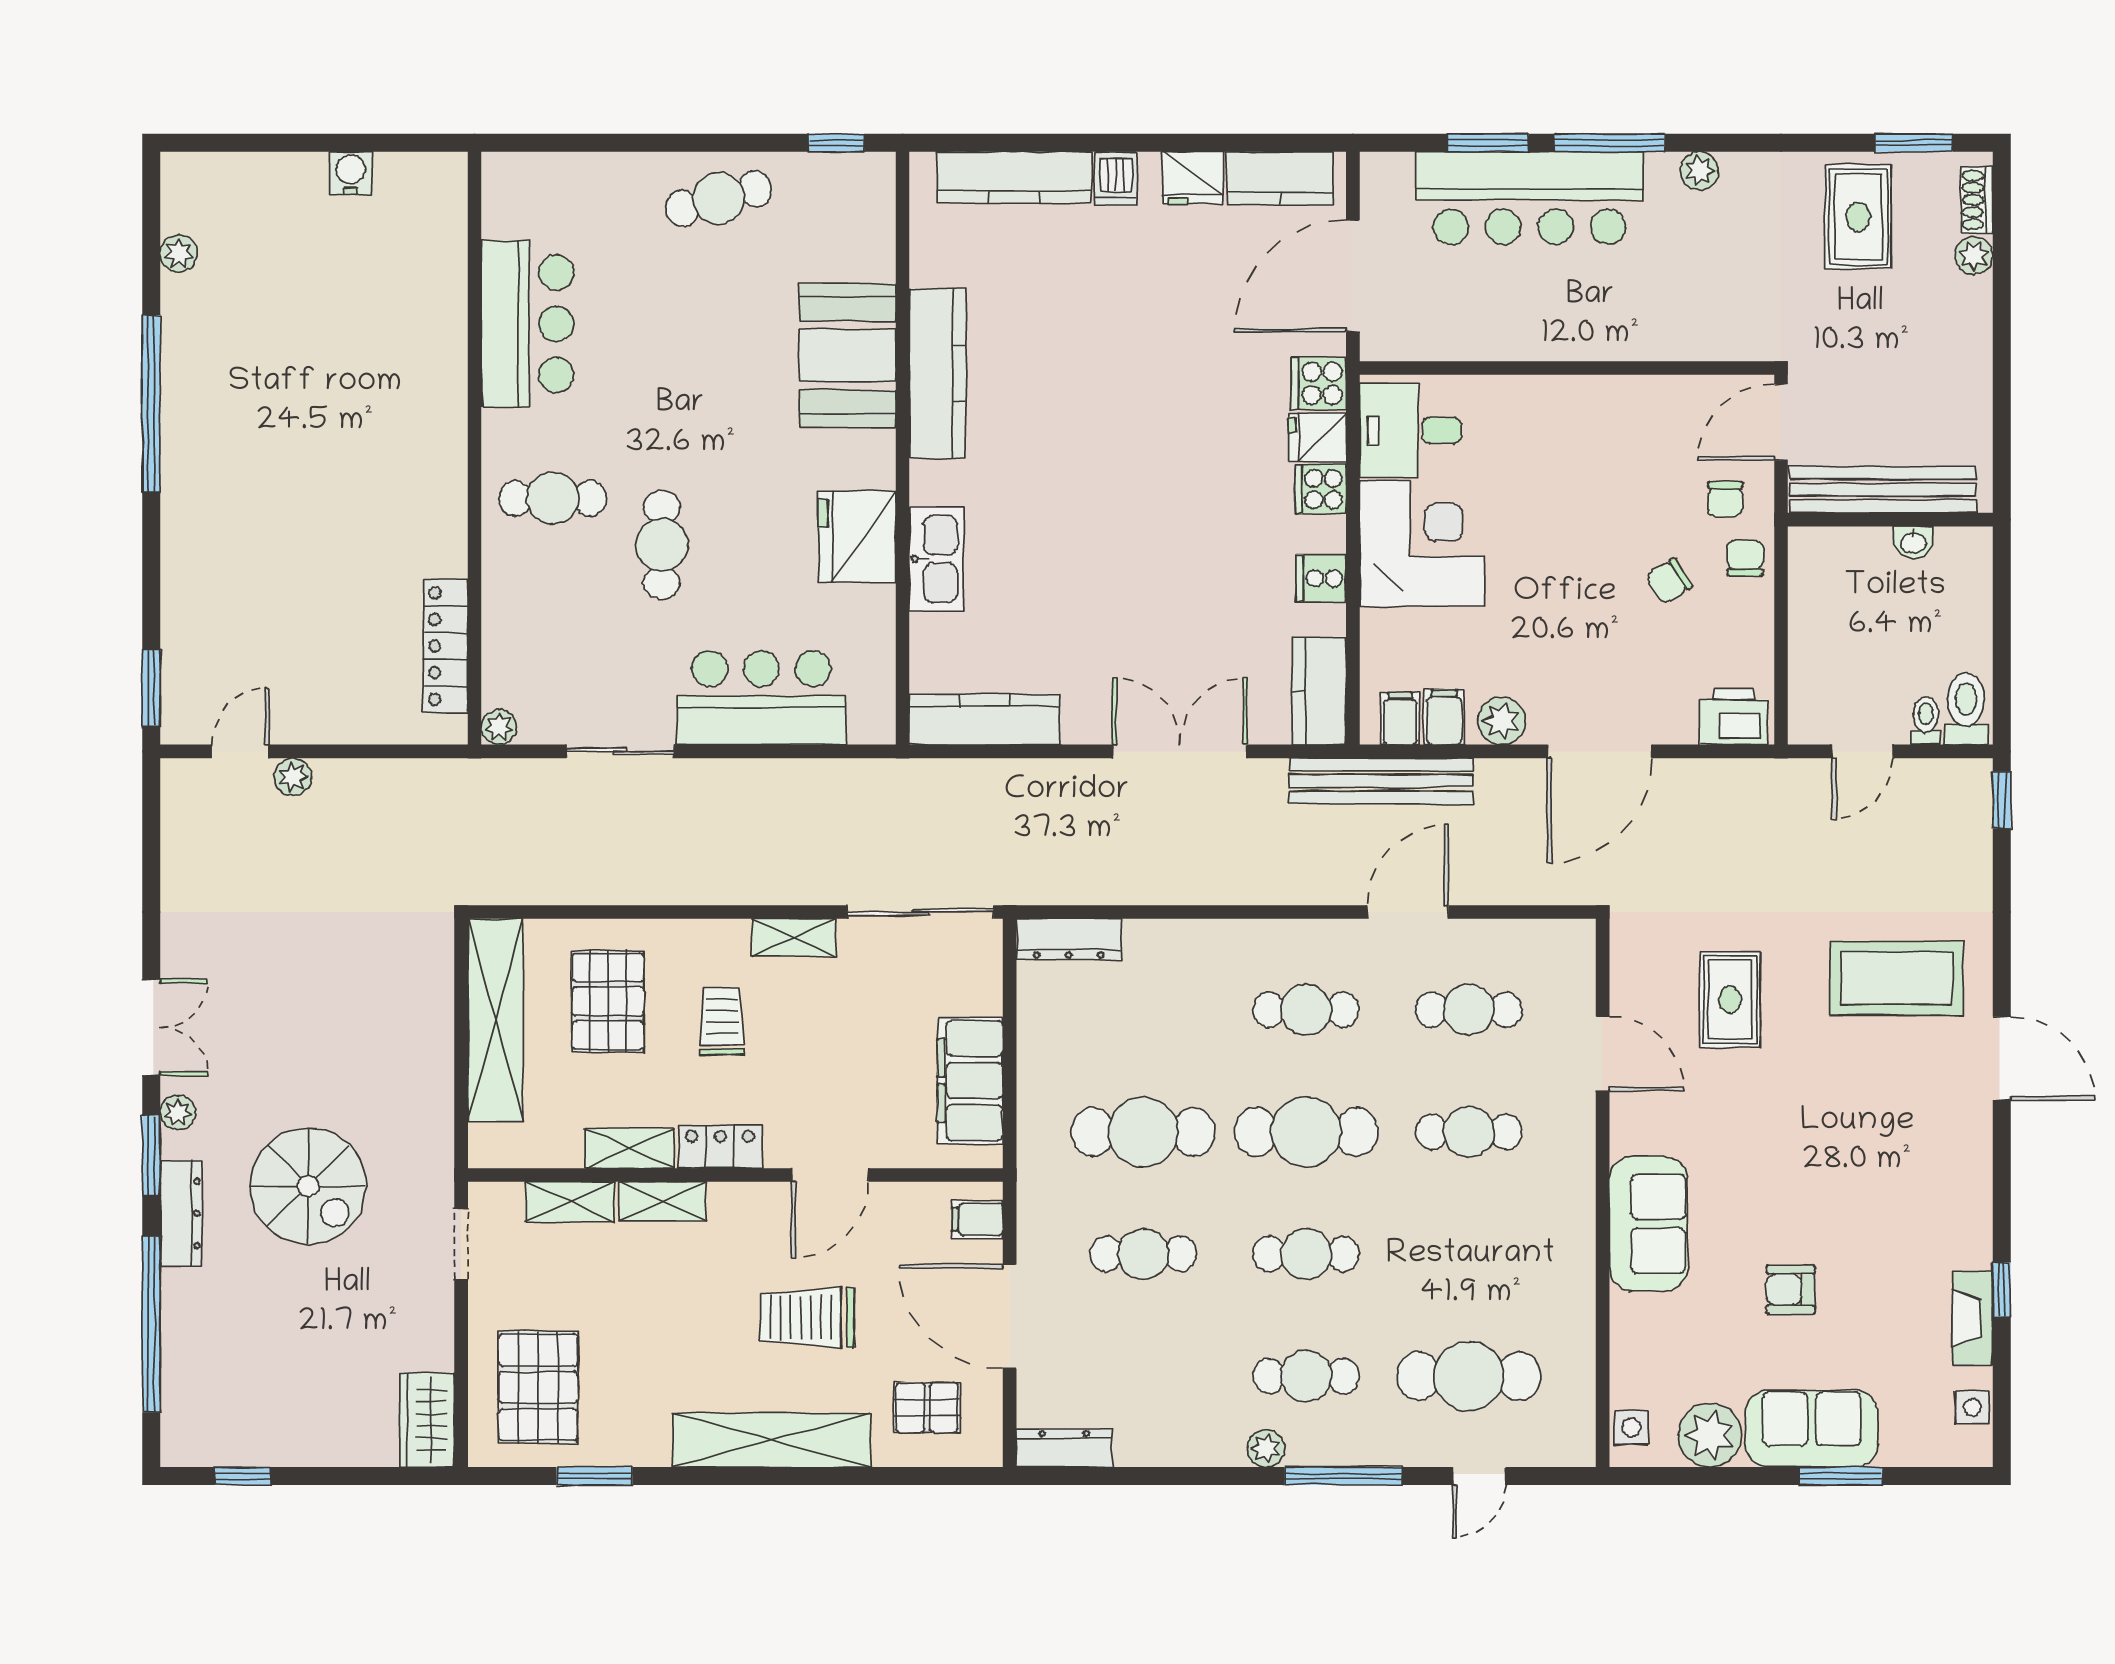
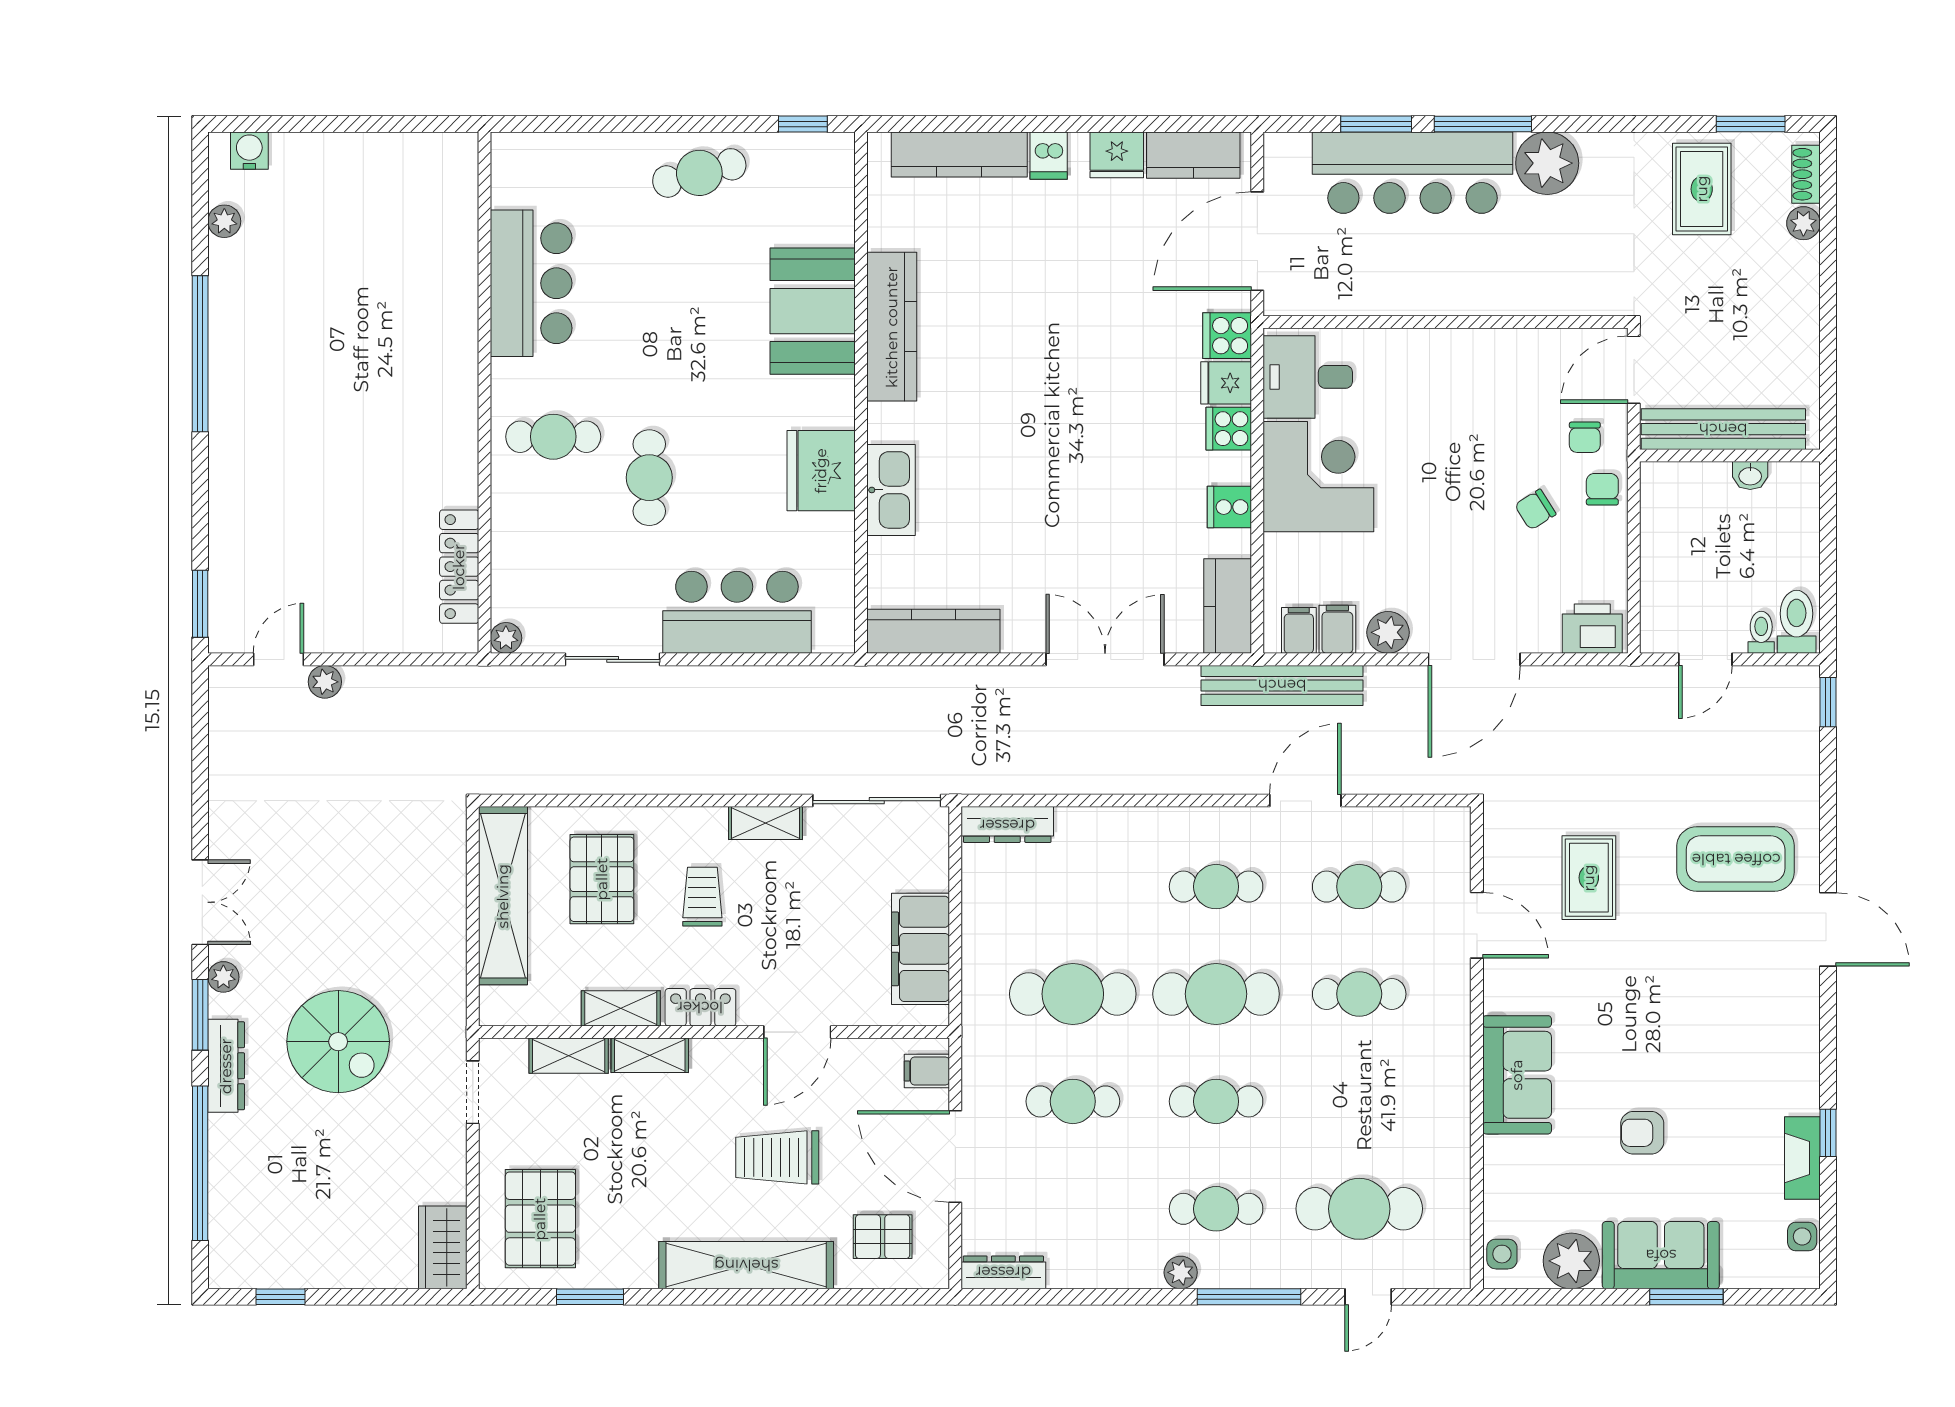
plant: (1699, 171) -> (1547, 163), width x1.87, depth x1.87
water cooler: (351, 173) -> (249, 151), moved

